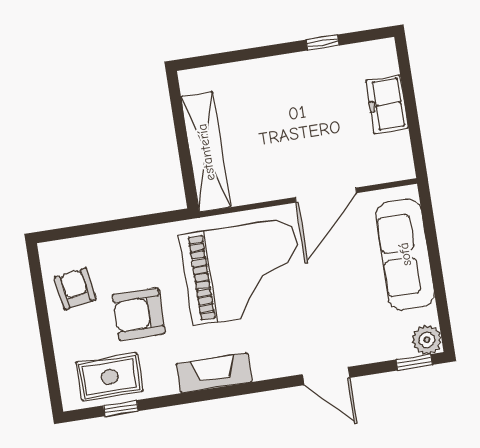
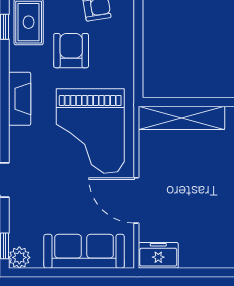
freezer: (387, 104) -> (158, 255), moved

